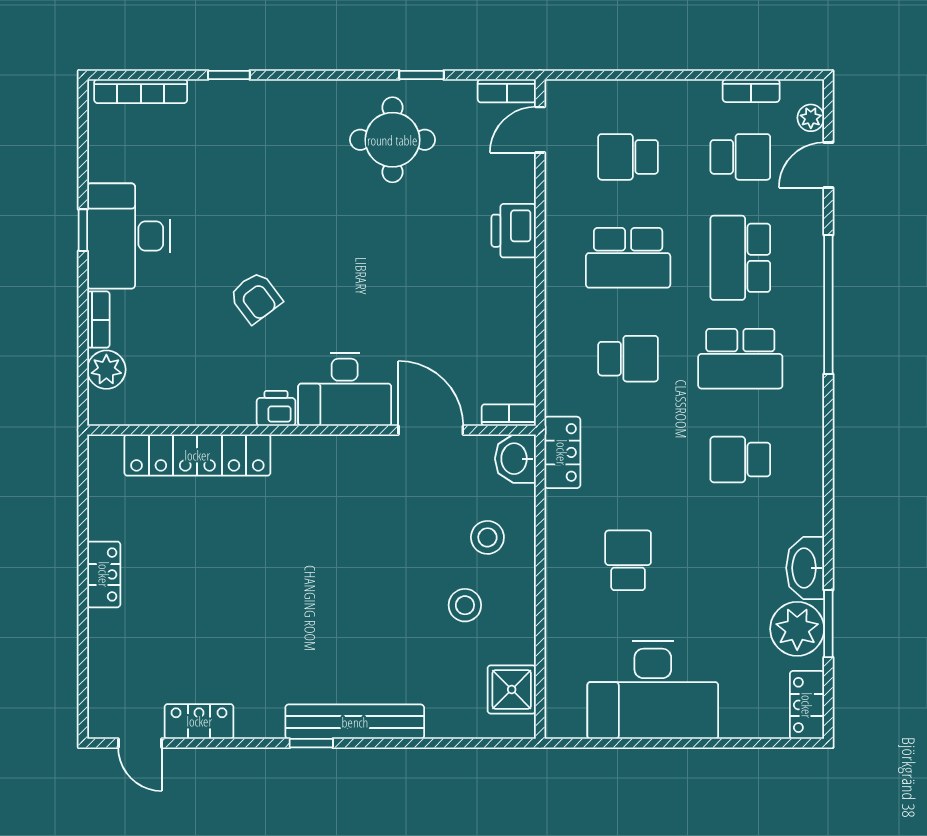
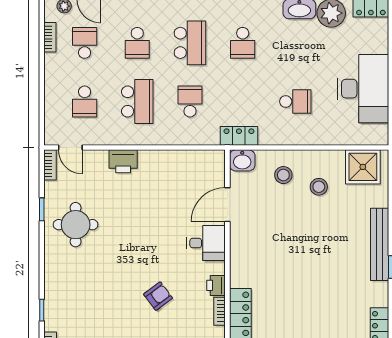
school desk: (740, 258) -> (137, 43), width x0.54
desk: (345, 389) -> (206, 243), width x0.73
bookcase: (509, 415) -> (219, 311), moved
school desk: (628, 560) -> (295, 102), turned 180
shower: (512, 689) -> (363, 167), width x1.36, depth x1.36

